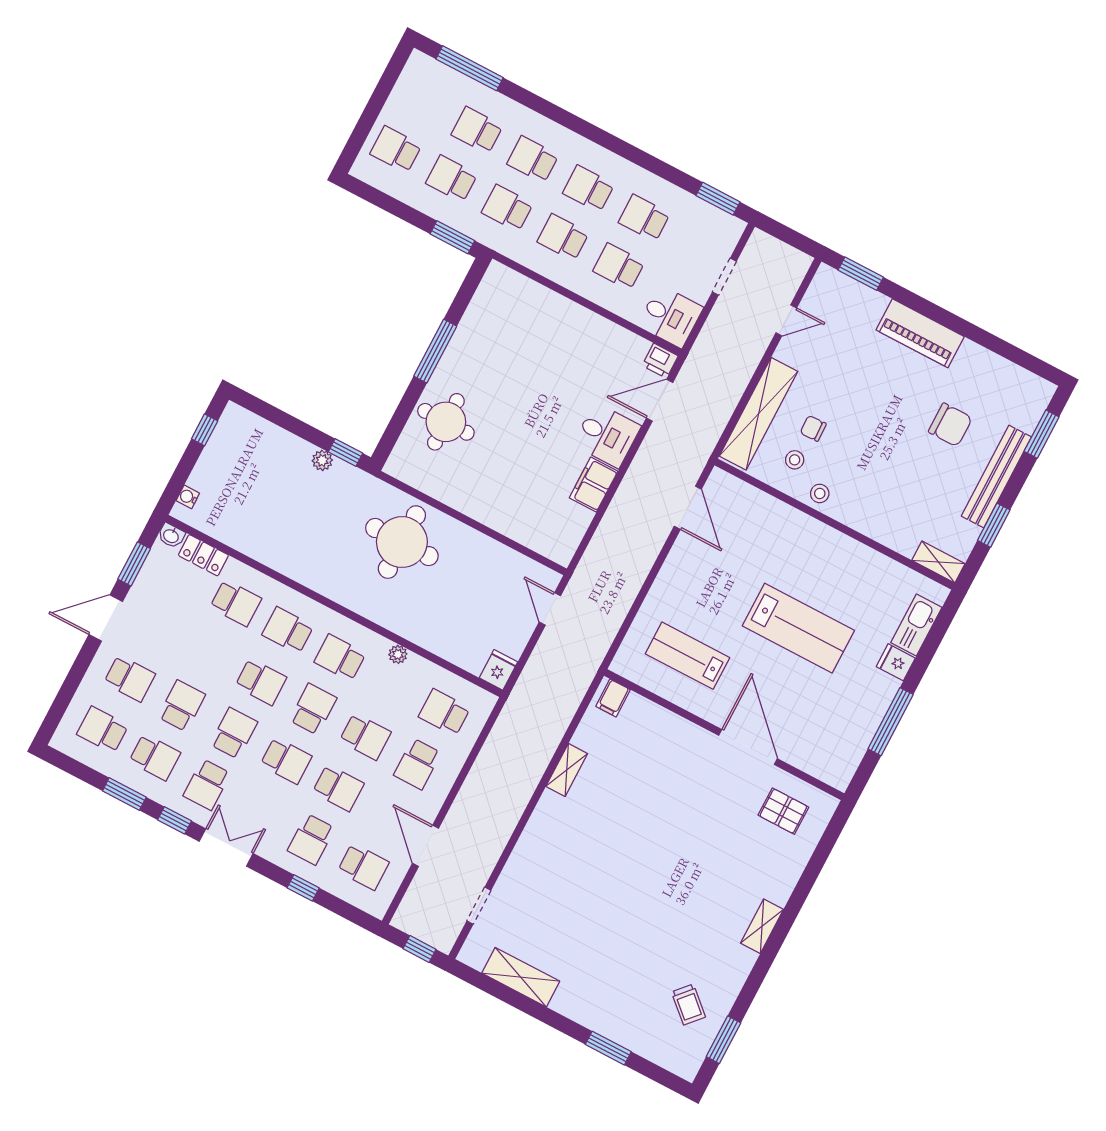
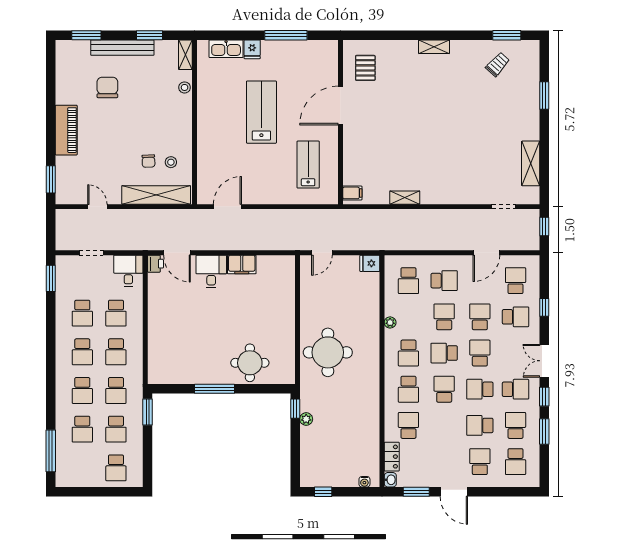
stool: (820, 493) -> (185, 87), moved
lab bench: (687, 656) -> (308, 165), turned 180

